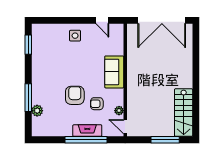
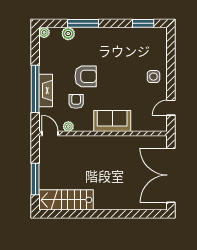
door: (125, 127) -> (50, 134), hinge flipped
plant: (36, 132) -> (44, 32), added

